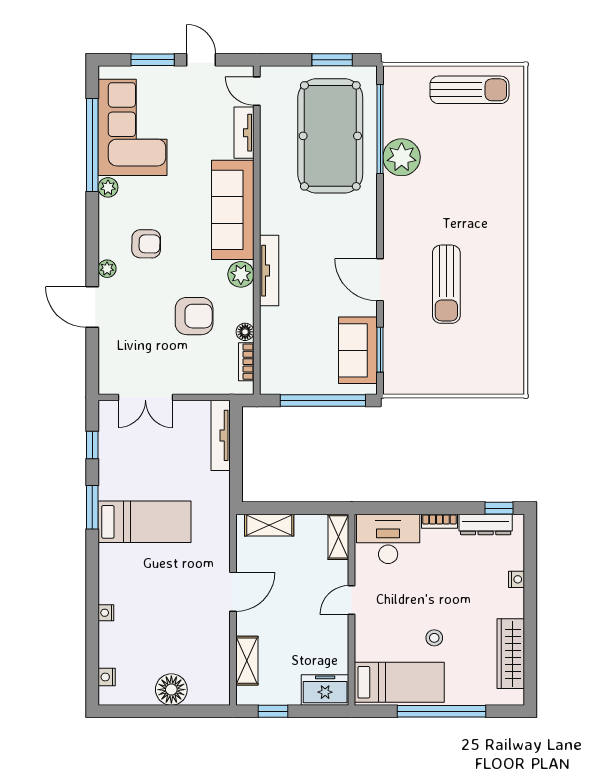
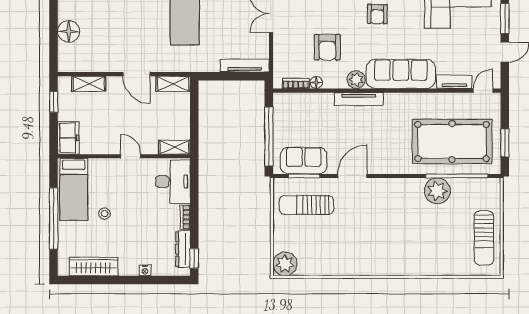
sun lounger: (446, 284) -> (306, 205), moved
plant: (507, 377) -> (285, 264), added
shelving: (269, 525) -> (173, 84), moved, turned 90

